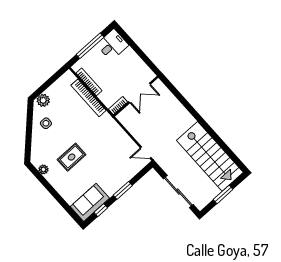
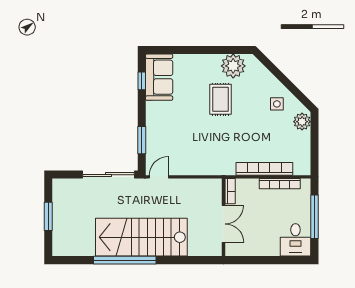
double door: (140, 93) -> (223, 224), swing flipped
window: (209, 130) -> (125, 260), added
stairs: (210, 156) -> (141, 237), moved
plant: (43, 169) -> (233, 66), width x1.87, depth x1.87
window: (123, 190) -> (142, 140), moved
sliding door: (178, 192) -> (108, 175), moved

